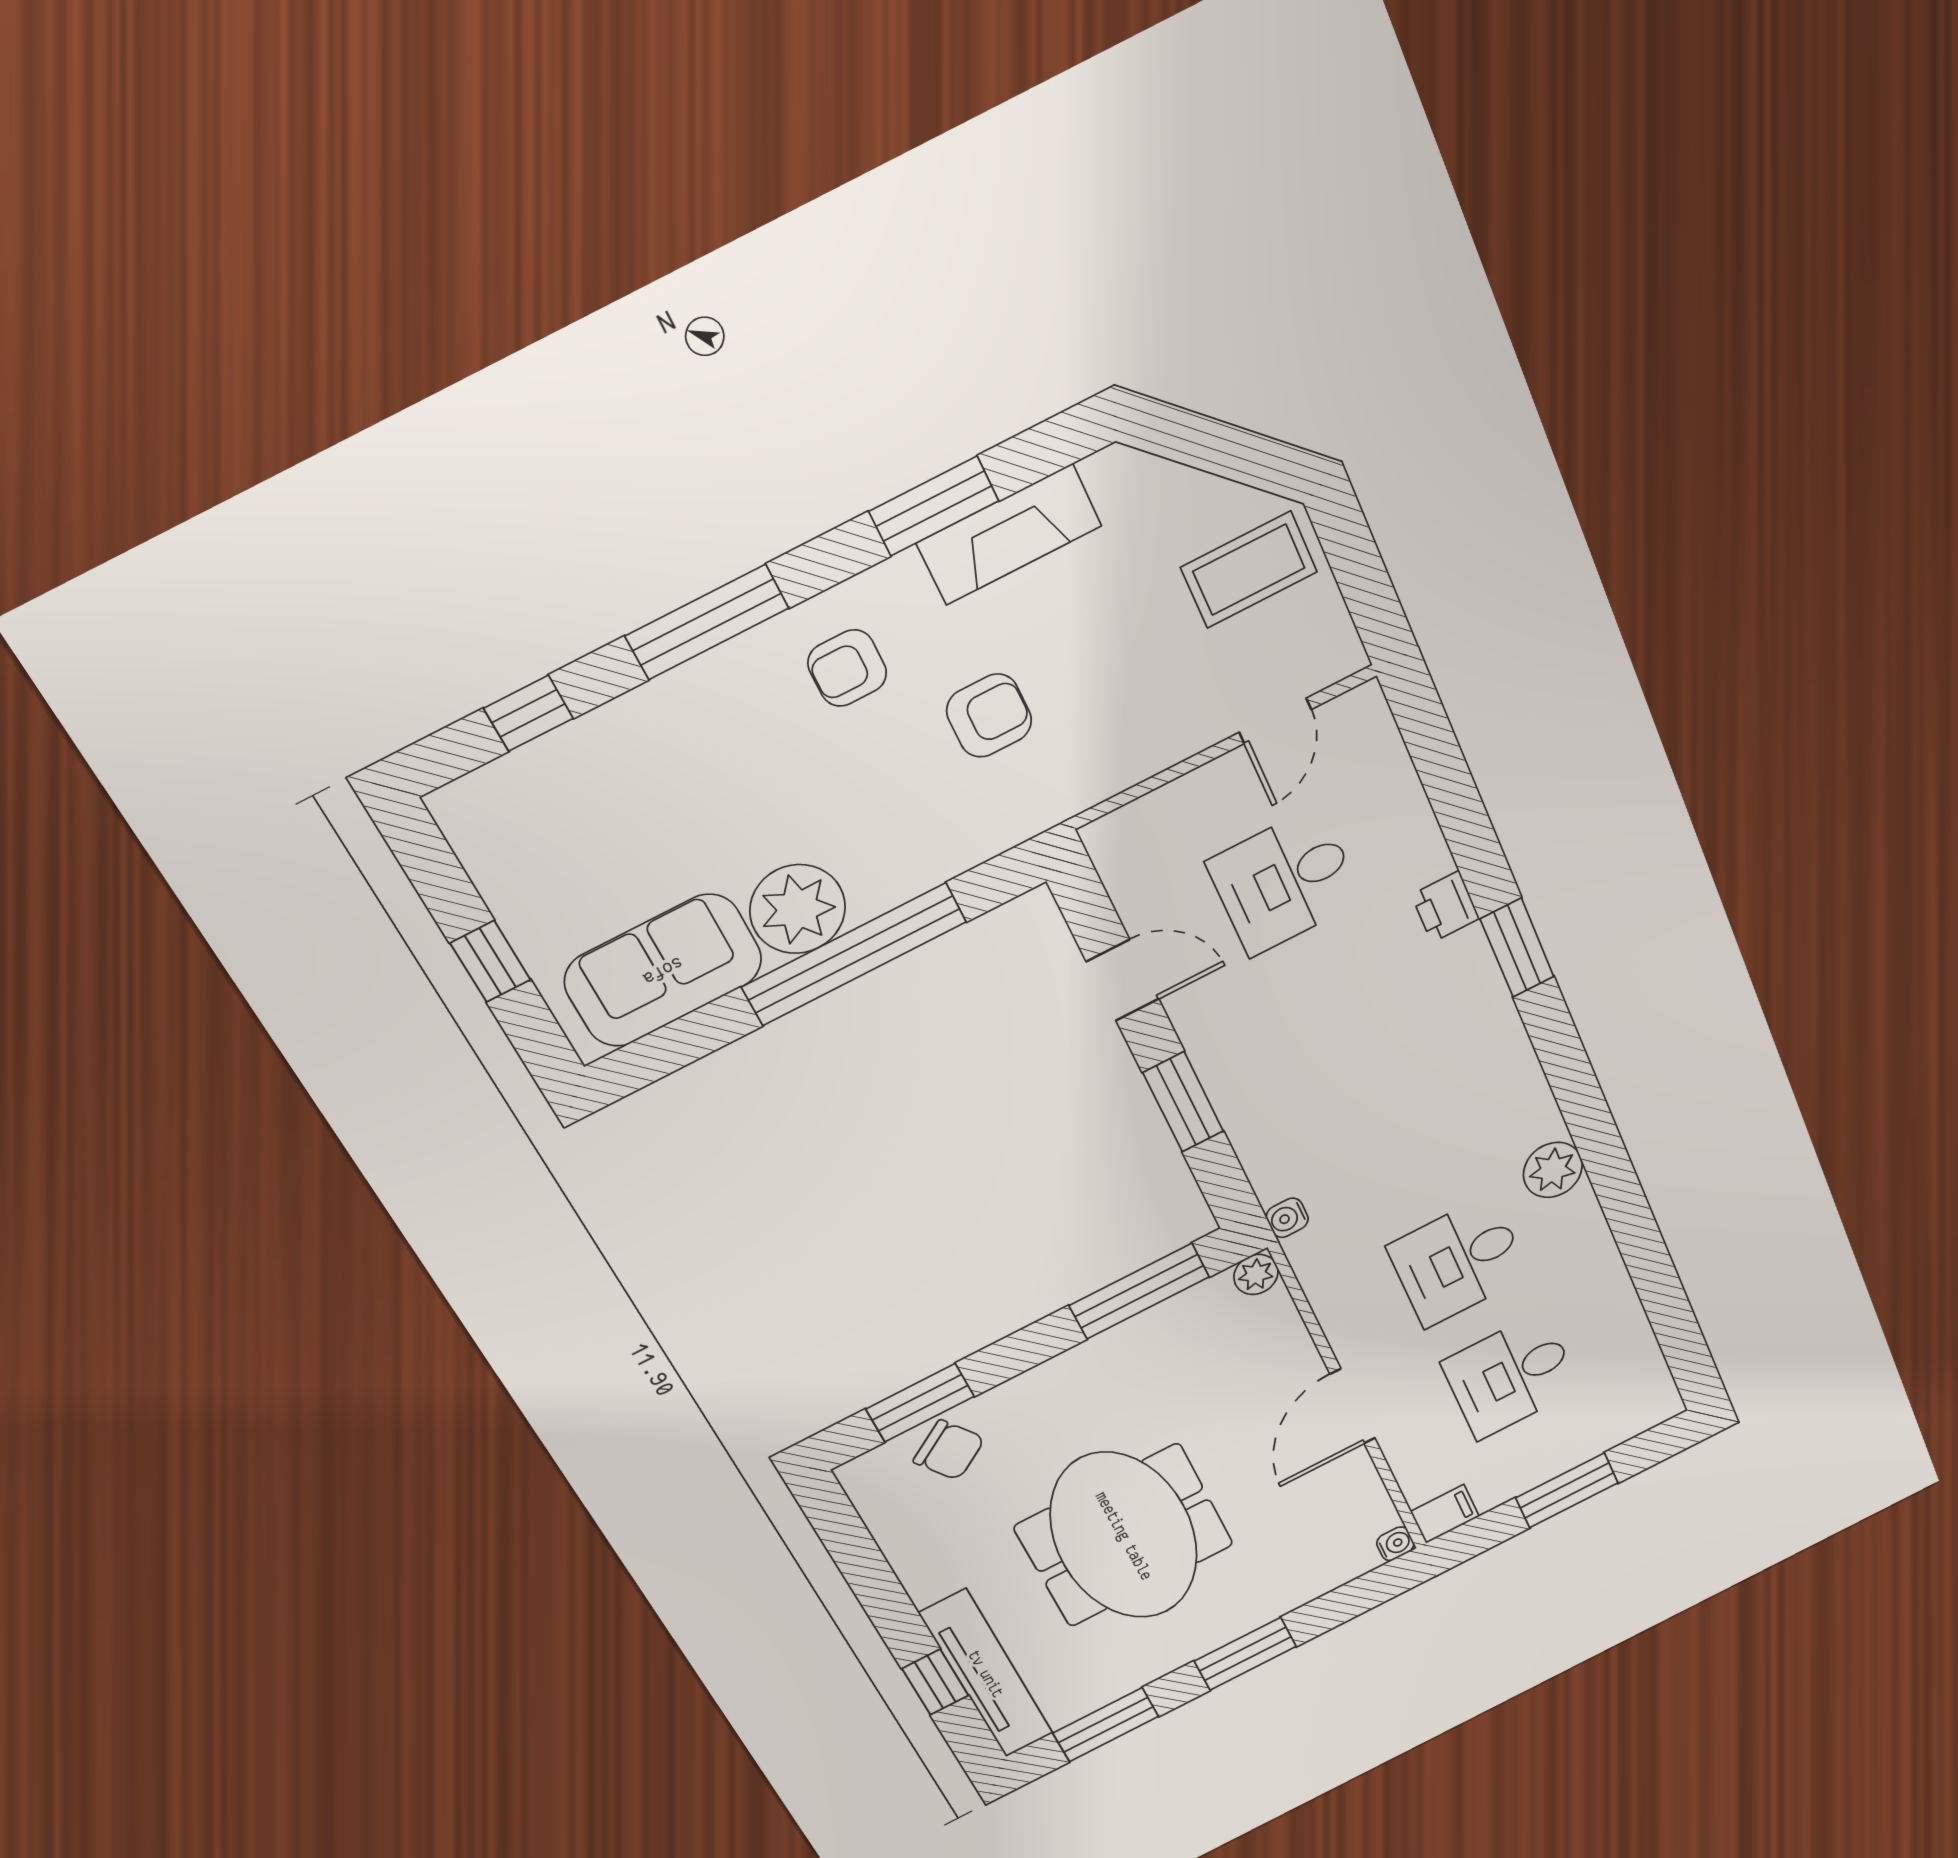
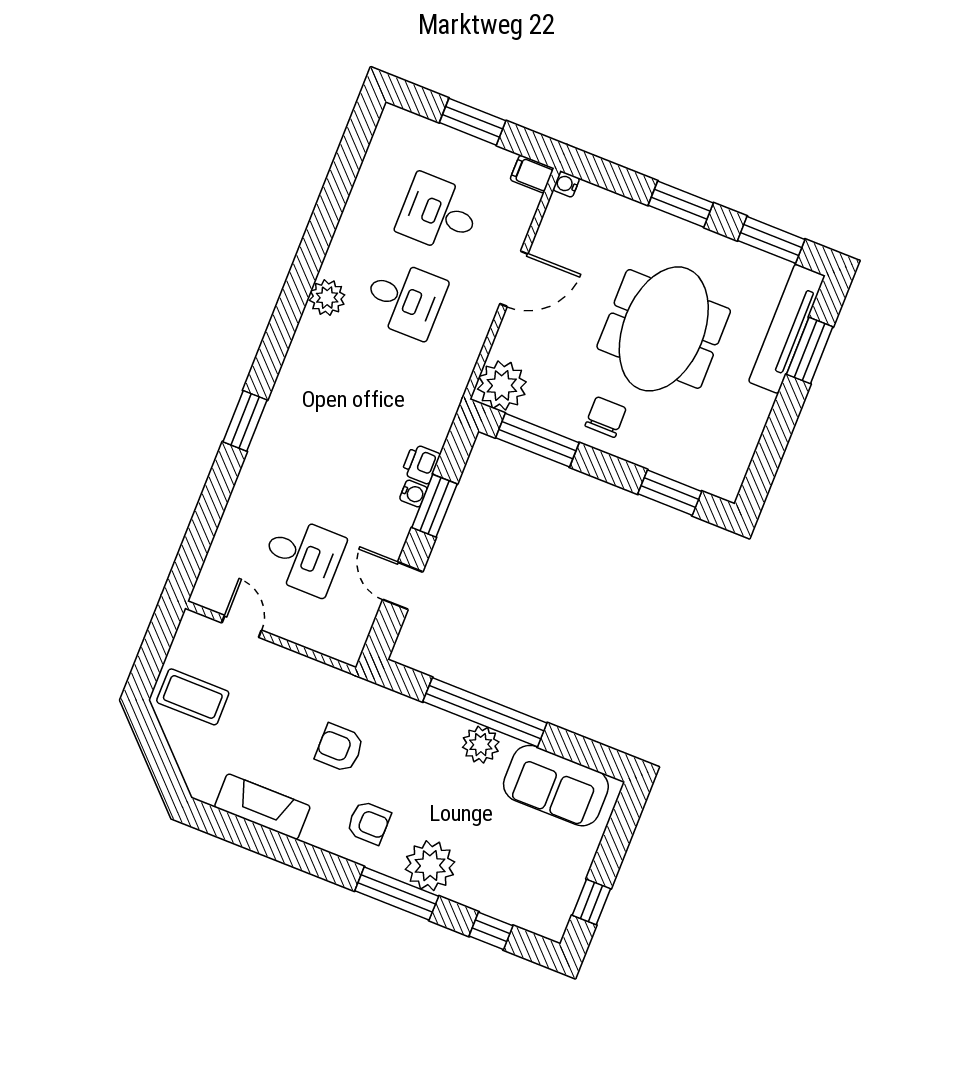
window: (934, 506) -> (277, 846), removed
plant: (705, 704) -> (430, 866), added
door: (1275, 721) -> (242, 626), hinge flipped
printer: (1445, 907) -> (421, 464), moved, turned 180
plant: (798, 909) -> (481, 745), width x0.73, depth x0.73
window: (490, 961) -> (591, 902), moved
water cooler: (1287, 1218) -> (413, 494), moved
plant: (1256, 1274) -> (502, 385), width x1.88, depth x1.88
desk: (1511, 1376) -> (439, 214), turned 180
chair: (949, 1450) -> (606, 417), moved, turned 34
window: (935, 1682) -> (810, 351), width x1.50

